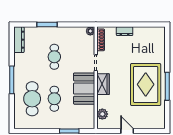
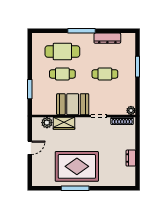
dresser: (125, 31) -> (131, 158), moved
dresser: (19, 40) -> (107, 38), moved
wardrobe: (103, 84) -> (64, 123), moved

